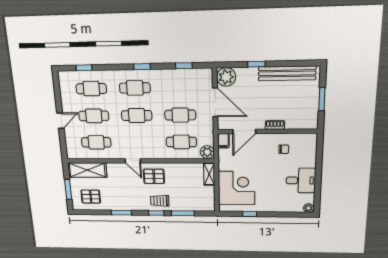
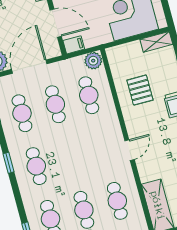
cafe table: (137, 116) -> (22, 113), moved
shelving: (209, 174) -> (156, 42), moved
pallet: (154, 176) -> (140, 90), moved

